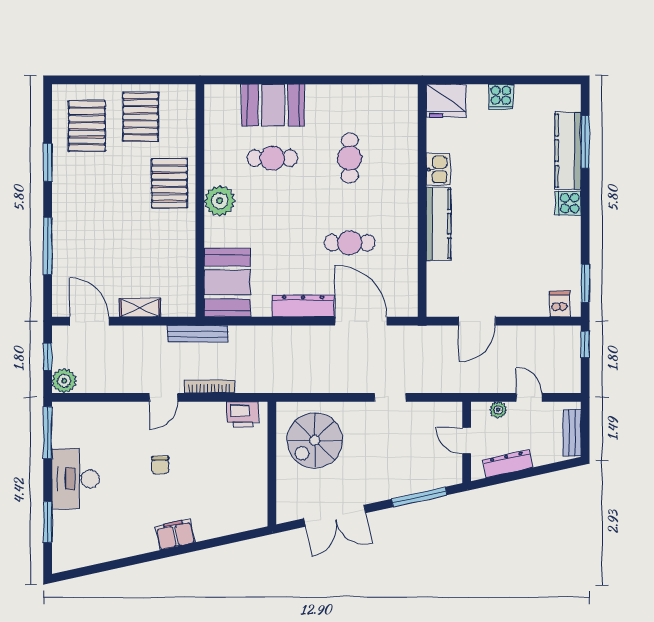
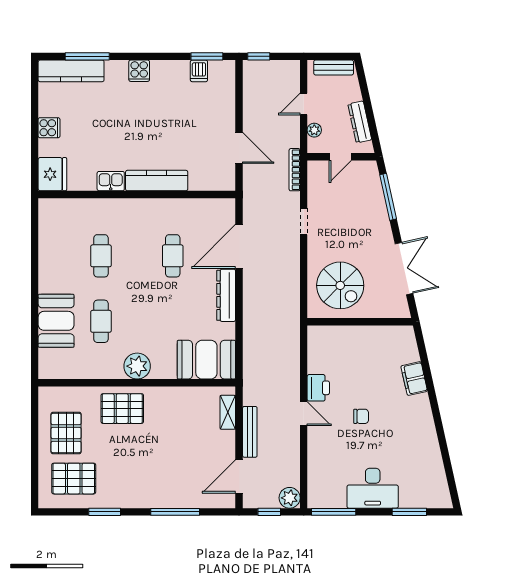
pallet: (141, 117) -> (66, 433), turned 90
kitchen counter: (568, 151) -> (71, 71), moved
cafe table: (350, 158) -> (101, 256), turned 90
dishwasher: (560, 304) -> (199, 71), moved, turned -90
shelving: (140, 308) -> (228, 412), moved
bench: (198, 334) -> (250, 432), moved
bookcase: (209, 387) -> (295, 170), moved
printer: (243, 415) -> (318, 388), moved
filing cabinet: (175, 534) -> (414, 379), moved

